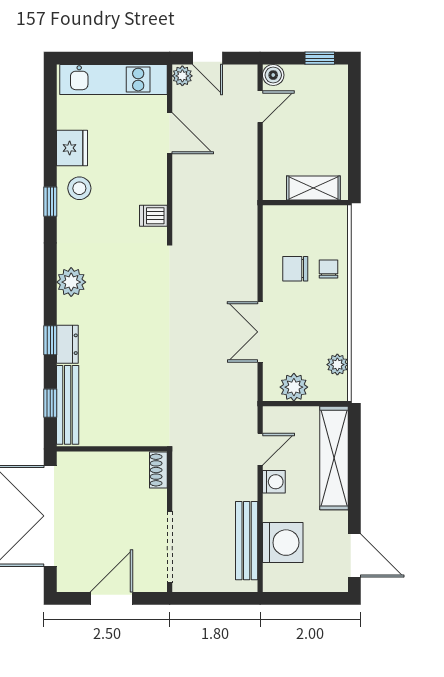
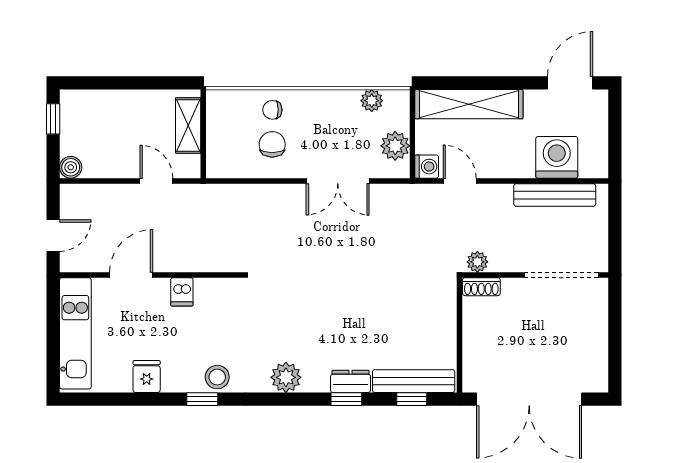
plant: (182, 76) -> (477, 262), moved
door: (260, 107) -> (156, 181), moved
fridge: (72, 148) -> (147, 376), width x0.72
stool: (79, 188) -> (217, 377), moved
dishwasher: (153, 216) -> (182, 292), moved
chair: (295, 269) -> (272, 144), turned 180
washing machine: (274, 482) -> (427, 167), moved, turned 90
door: (111, 598) -> (615, 335), removed

